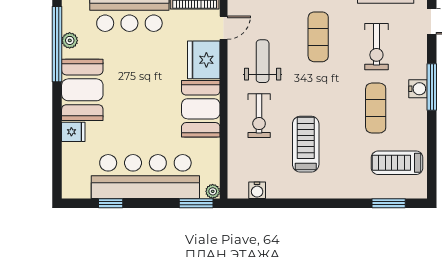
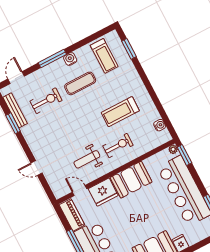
exercise mat: (318, 37) -> (57, 136), removed
water cooler: (418, 89) -> (70, 59), moved

